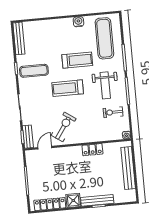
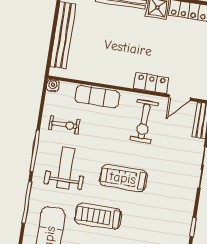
exercise mat: (34, 71) -> (97, 97), moved
treadmill: (68, 88) -> (123, 178), turned 180
exercise bike: (64, 127) -> (144, 121), turned -33
locker: (92, 150) -> (151, 83), moved

